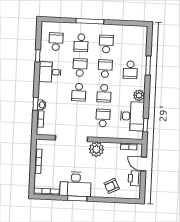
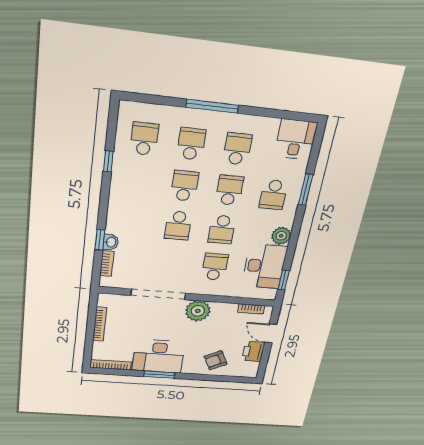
school desk: (81, 43) -> (191, 144), turned 180
desk: (50, 72) -> (296, 139), moved, turned 90

